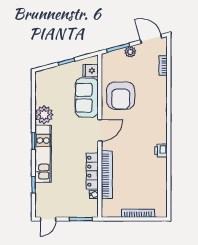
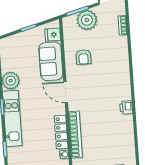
plant: (130, 52) -> (87, 20), width x1.88, depth x1.88
armchair: (121, 96) -> (83, 57), width x0.53, depth x0.53
door: (100, 130) -> (66, 92), swing flipped

